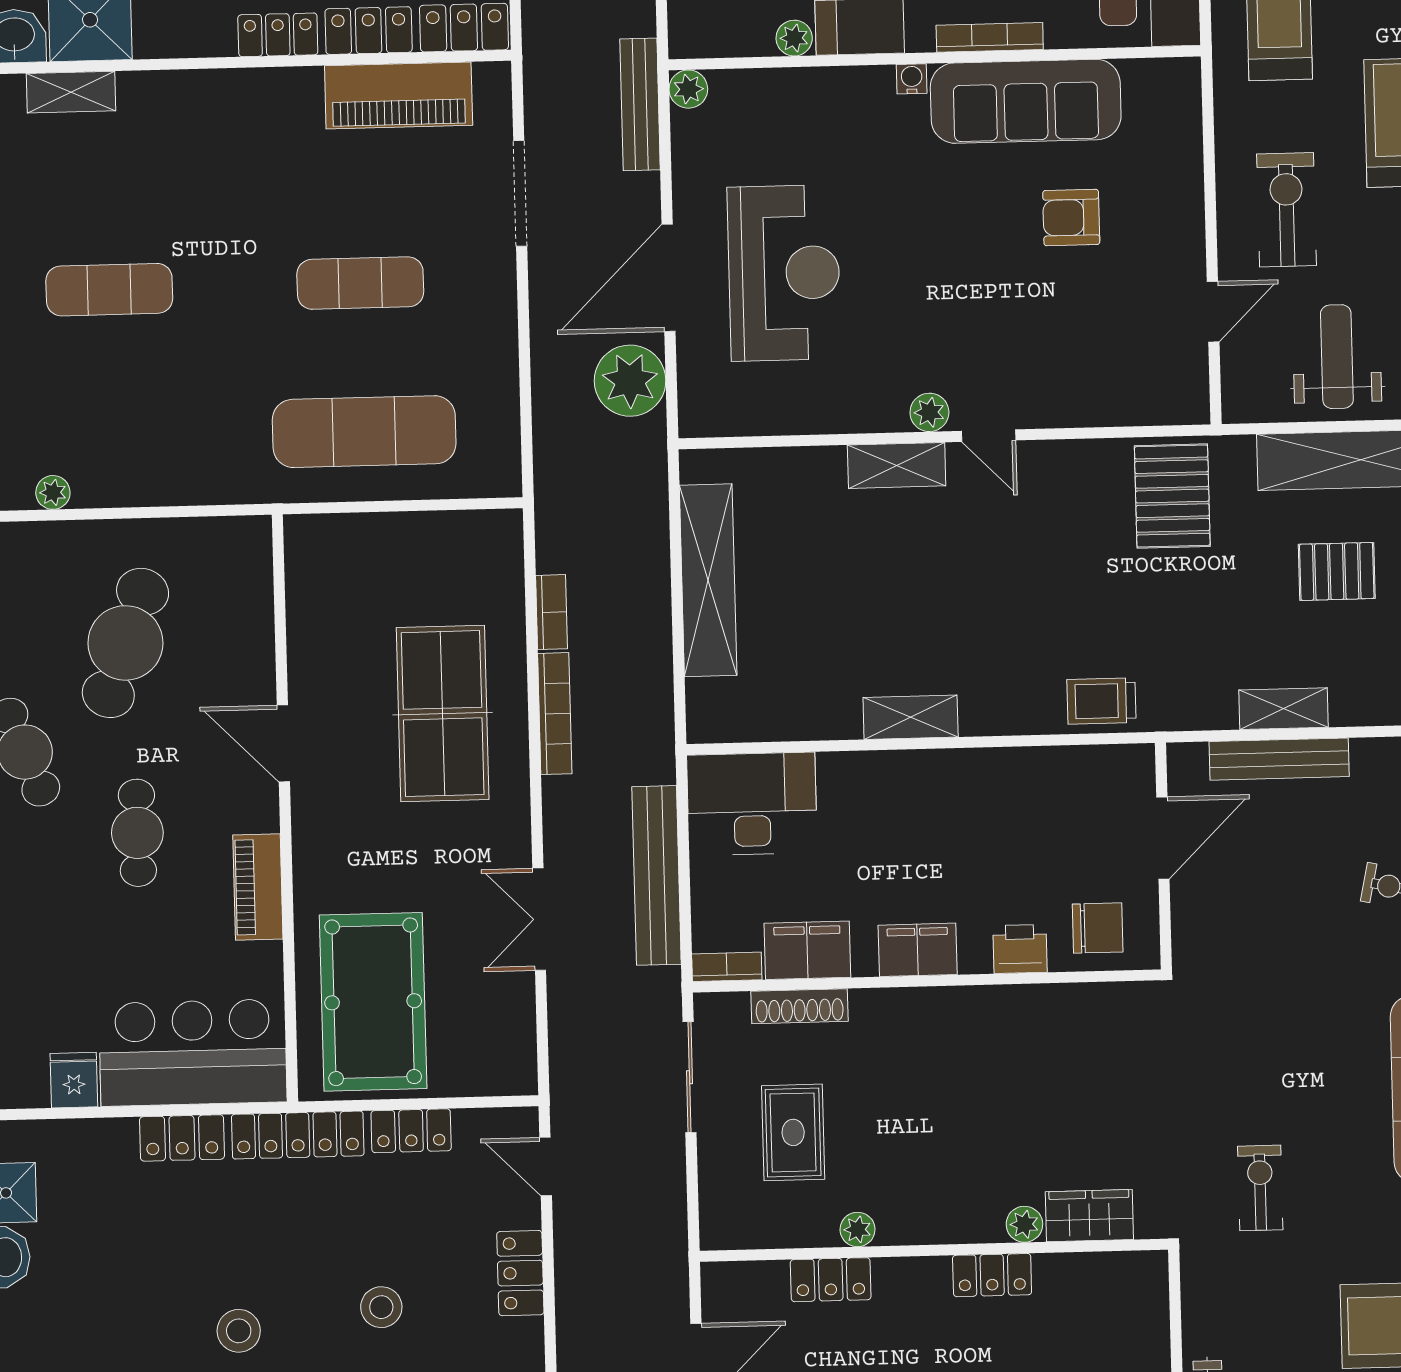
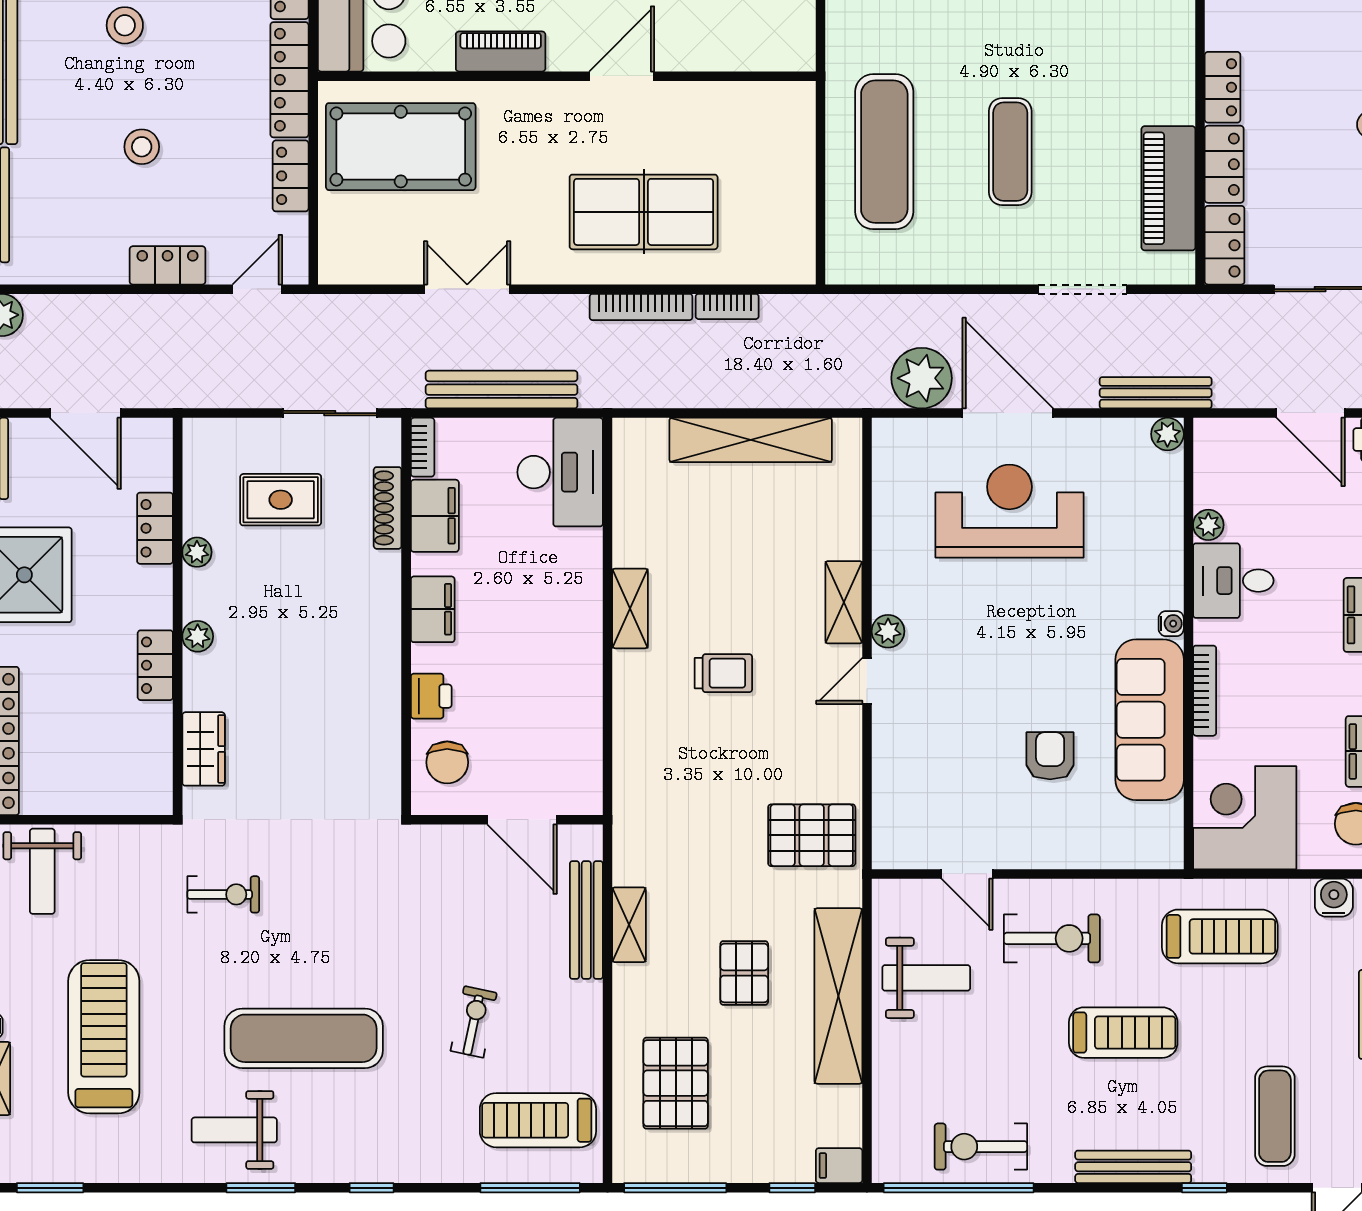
reception desk: (784, 273) -> (1009, 511), turned 180
trolley: (1101, 701) -> (723, 673), moved, turned 90
plant: (1024, 1224) -> (198, 636), moved

